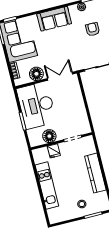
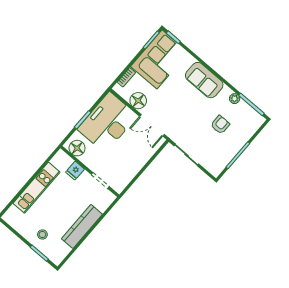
double door: (60, 76) -> (152, 125), swing flipped
floor lamp: (49, 136) -> (77, 148), moved

